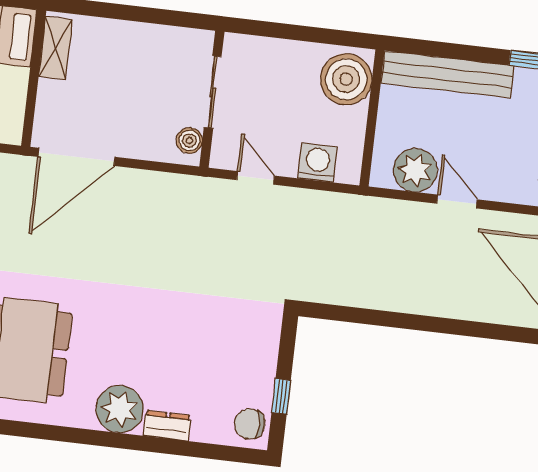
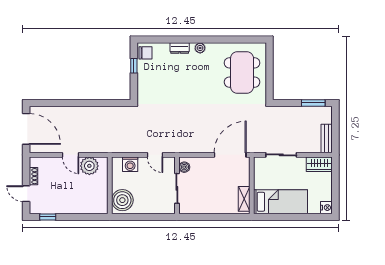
bench: (448, 74) -> (81, 207), removed
plant: (120, 409) -> (200, 48), width x0.53, depth x0.53

